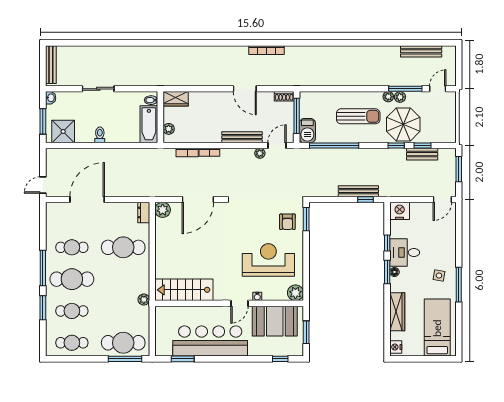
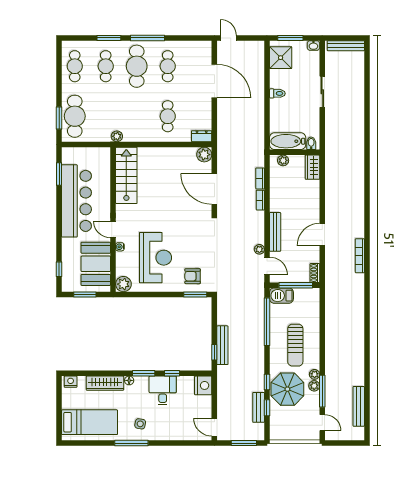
cafe table: (123, 247) -> (168, 116), width x0.73, depth x0.74
floor lamp: (394, 272) -> (129, 380), moved
window: (125, 359) -> (59, 118), width x0.69

